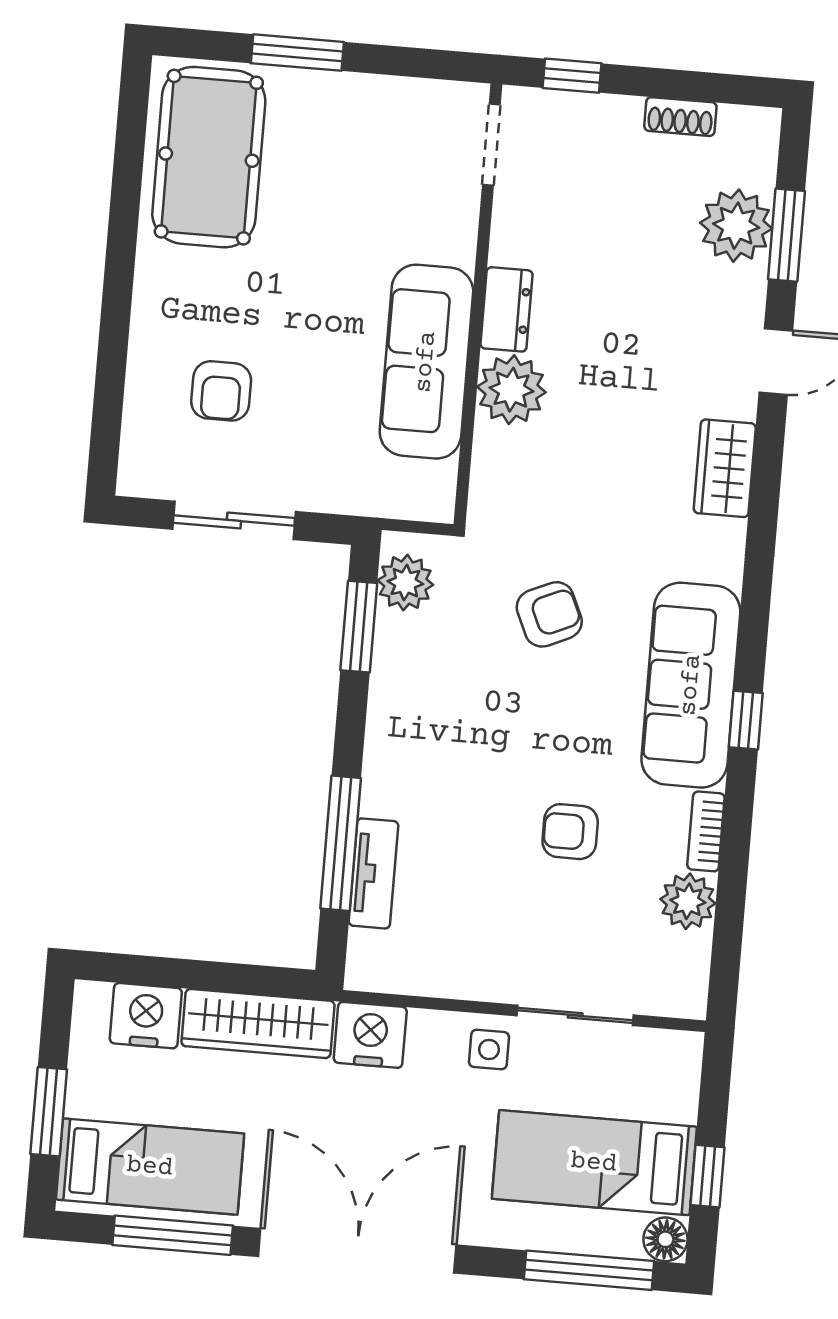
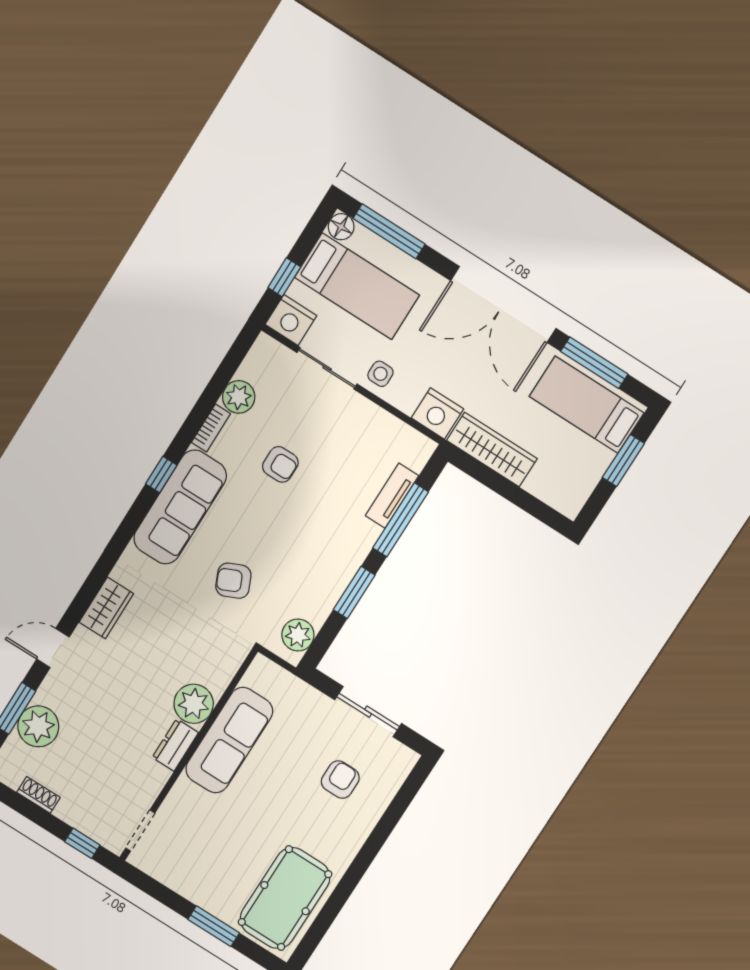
window: (359, 627) -> (354, 592), moved
nightstand: (146, 1016) -> (291, 320), moved
window: (707, 1176) -> (284, 277), moved

